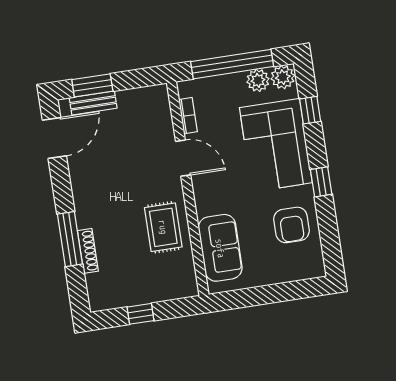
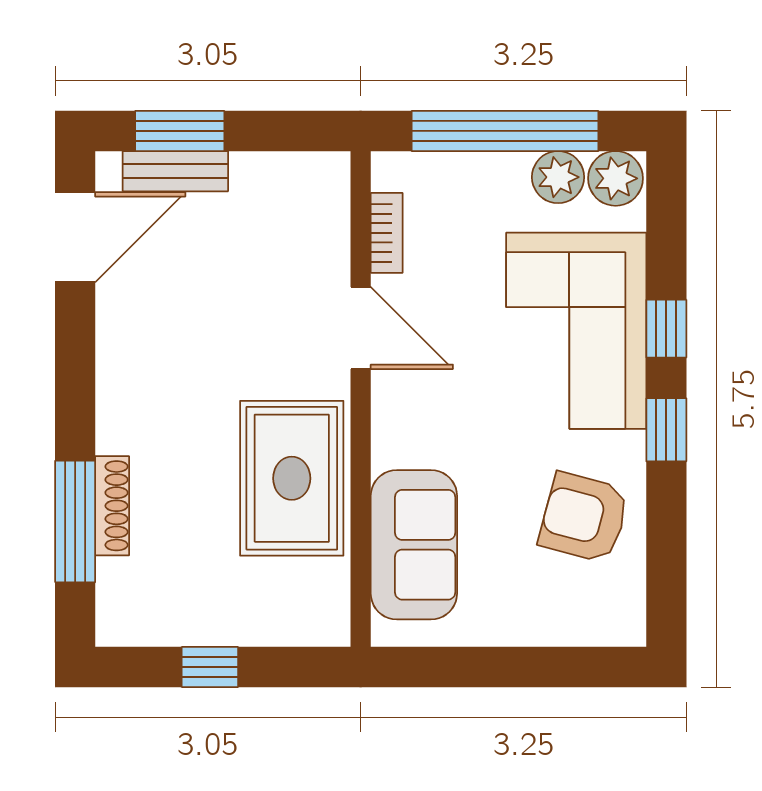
window: (310, 110) -> (666, 329), moved
armchair: (291, 225) -> (584, 517), turned 105
rug: (163, 227) -> (292, 478), width x1.36, depth x1.43
window: (70, 239) -> (75, 521), moved

